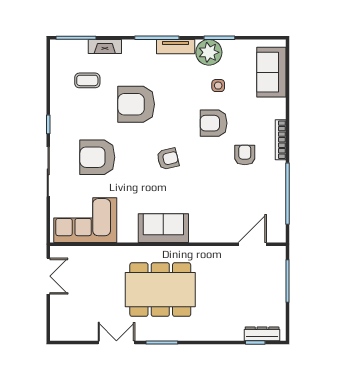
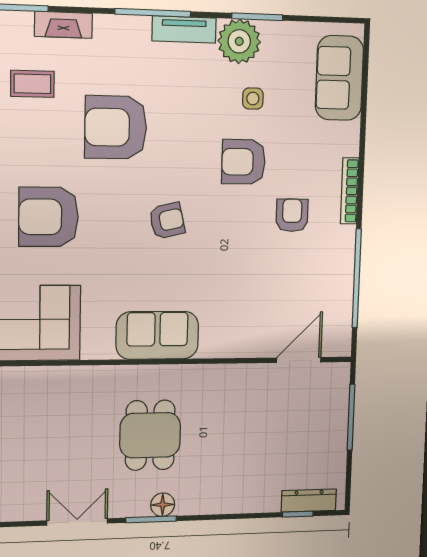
dining table: (160, 290) -> (150, 435), width x0.53, depth x0.80
floor lamp: (169, 333) -> (163, 505), added

